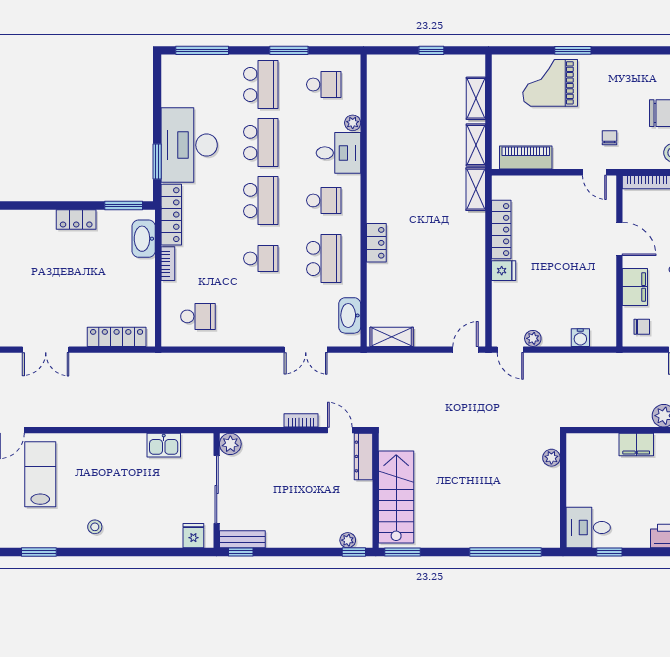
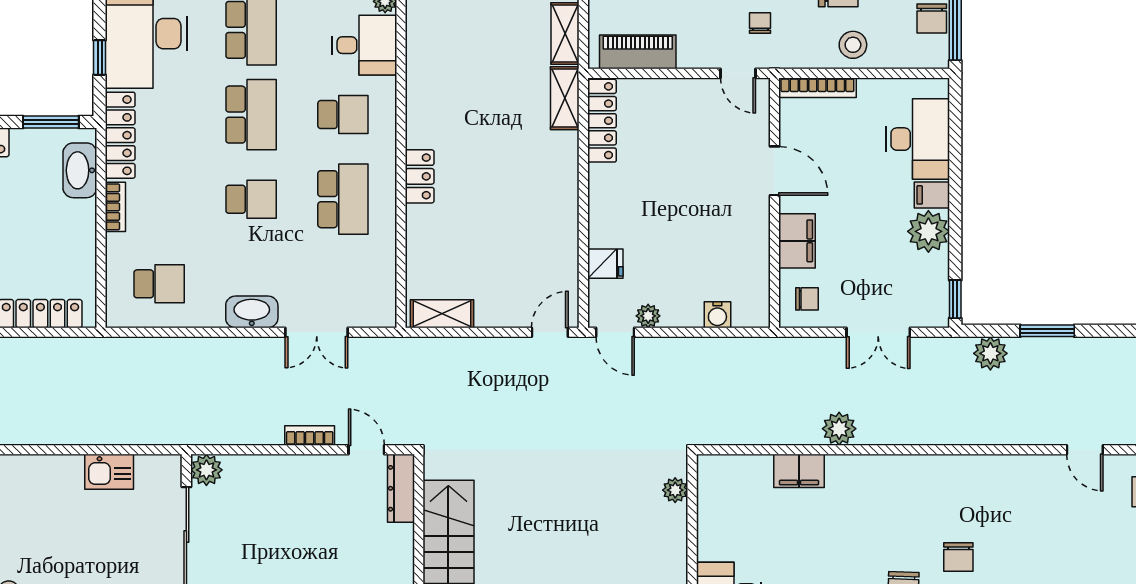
window: (157, 161) -> (100, 58), width x0.67
locker: (501, 230) -> (602, 121), moved
fridge: (504, 271) -> (605, 264), moved
washbasin: (350, 315) -> (252, 312), moved, turned 90

